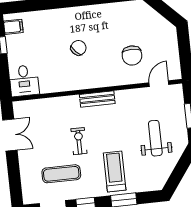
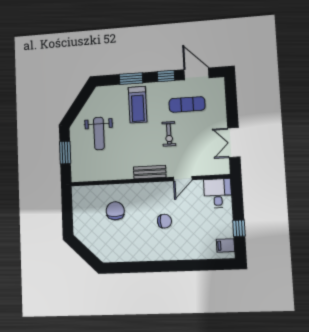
chair: (78, 48) -> (164, 221), turned -138
door: (159, 84) -> (183, 179), moved

